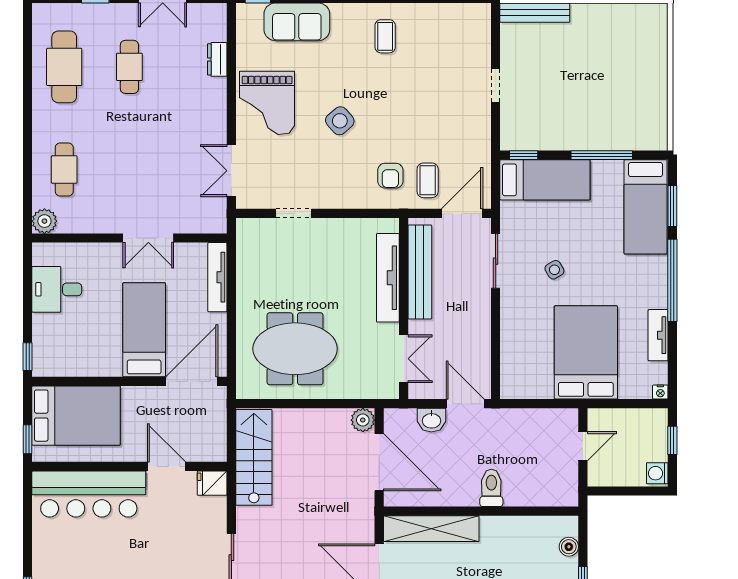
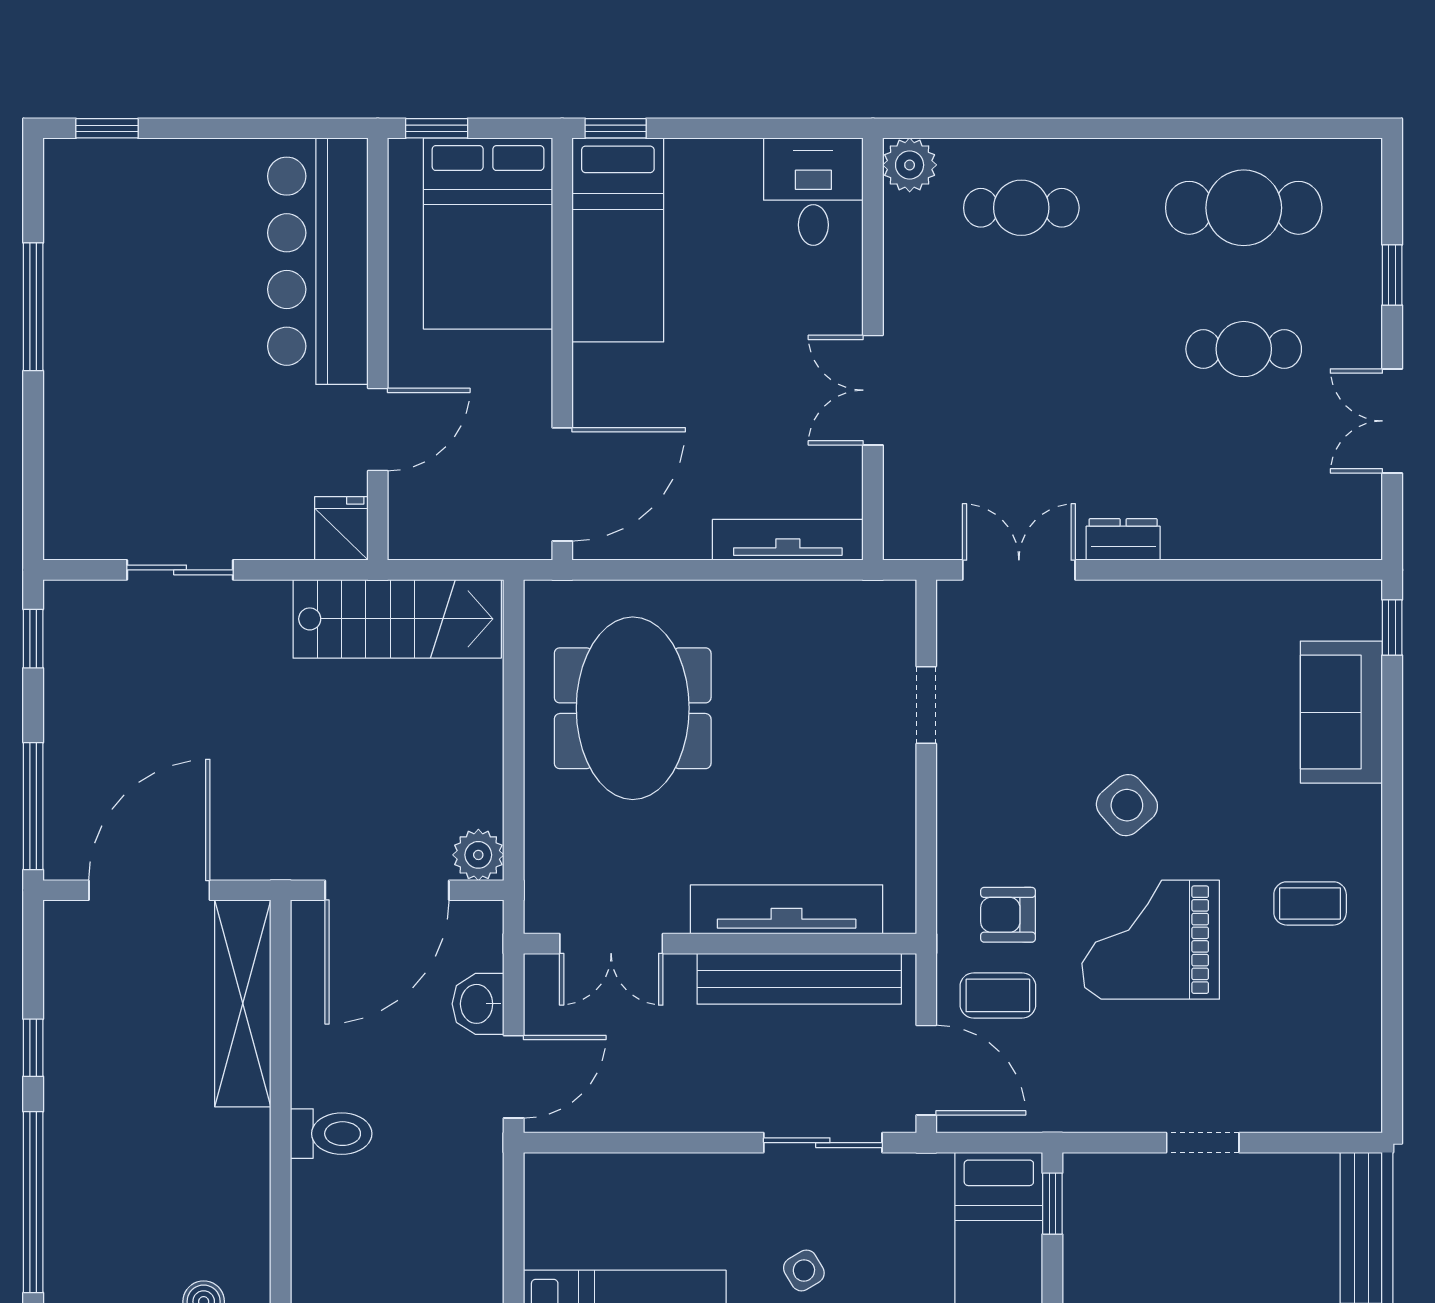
dresser: (217, 59) -> (1123, 539), moved
grand piano: (267, 103) -> (1151, 940), moved
desk: (57, 289) -> (813, 192), moved
bed: (144, 330) -> (618, 240), moved, turned 90
door: (192, 381) -> (562, 484), hinge flipped

